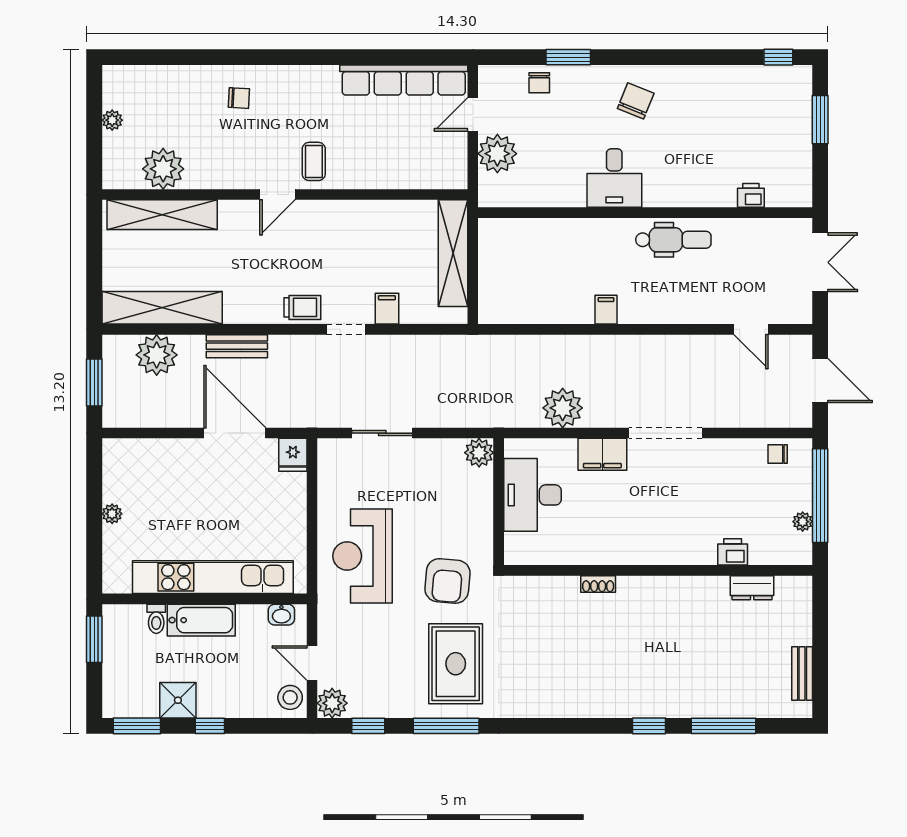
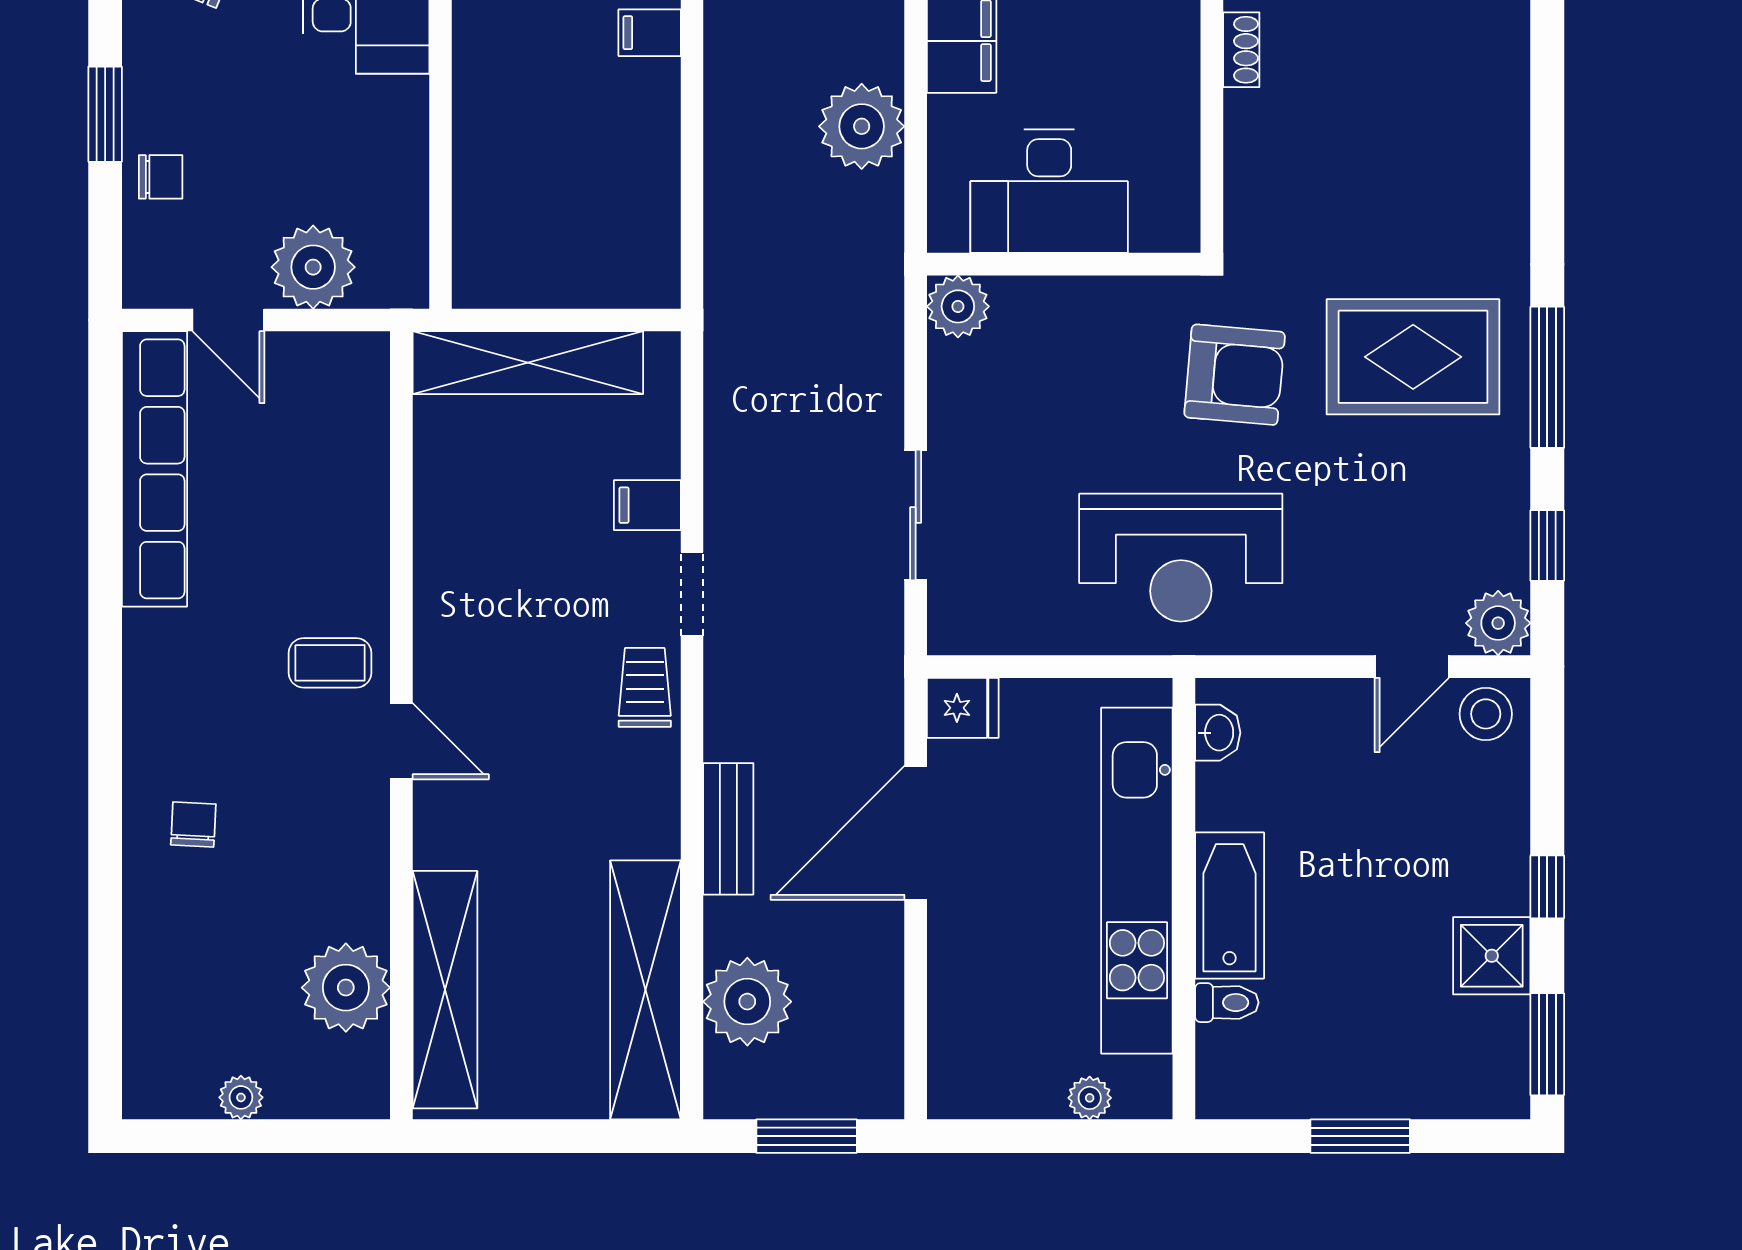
kitchen unit: (213, 577) -> (1137, 881), moved
wall: (204, 599) -> (1184, 899), moved
washbasin: (281, 615) -> (1218, 733), moved
toilet: (156, 619) -> (1227, 1003), moved
bathtub: (201, 620) -> (1230, 905), moved

